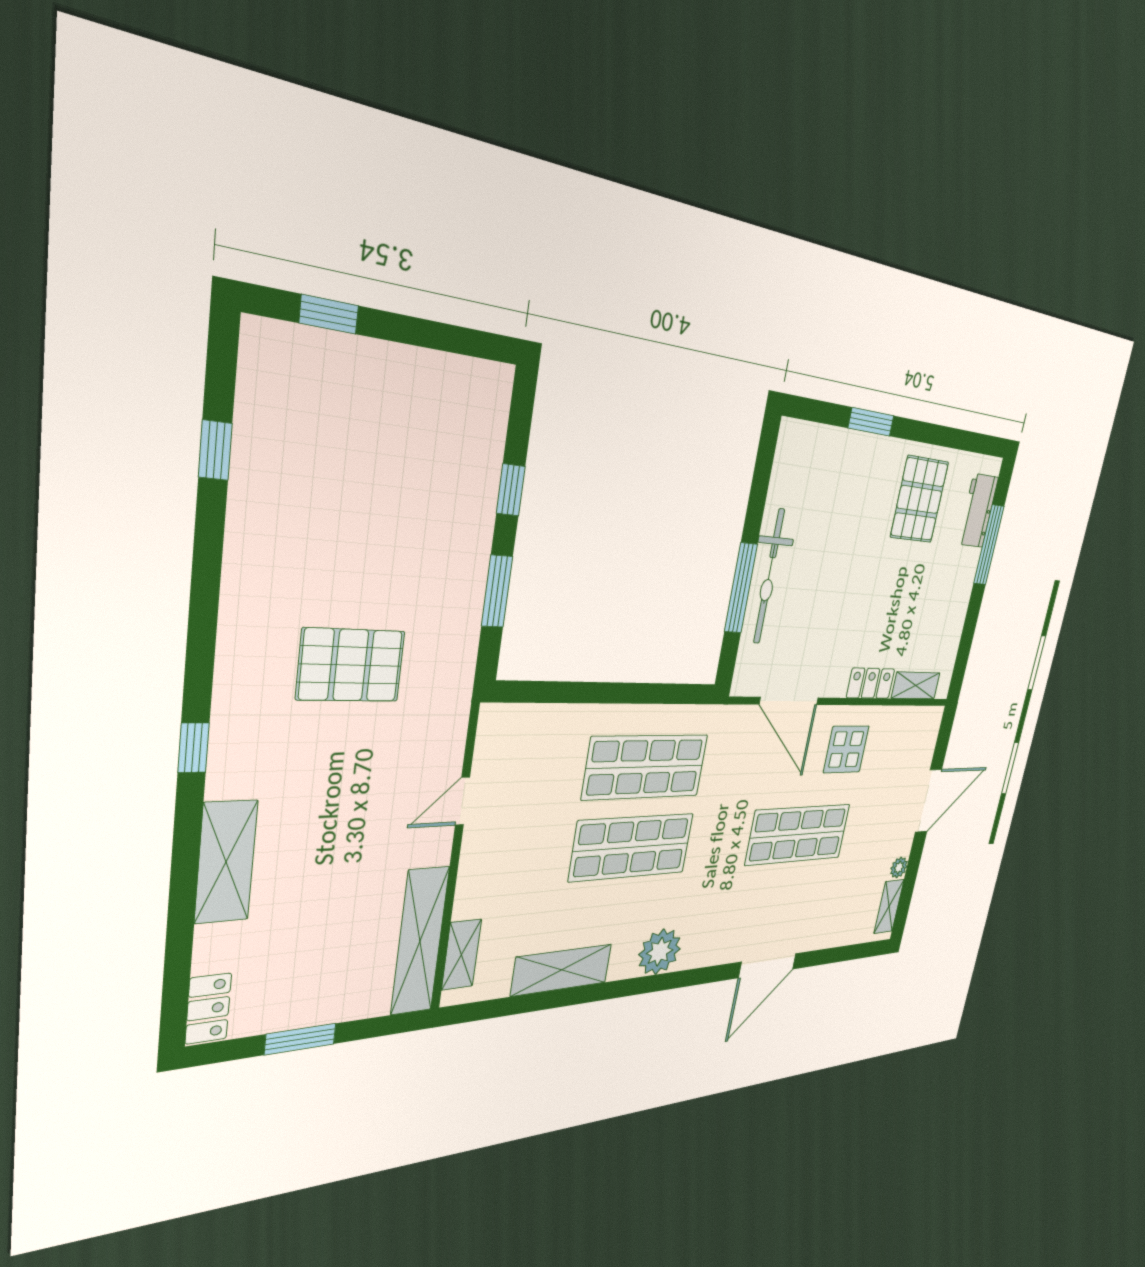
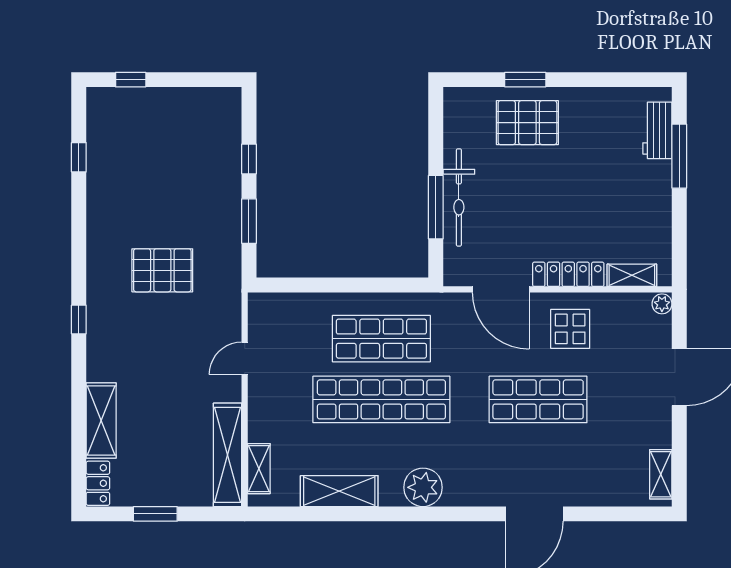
pallet: (919, 500) -> (527, 123), moved, turned 90
locker: (871, 683) -> (568, 274), width x1.53
shop shelf: (632, 847) -> (381, 399), width x1.40
shelving: (226, 862) -> (101, 420), moved
plant: (899, 868) -> (662, 304), moved

